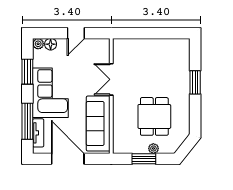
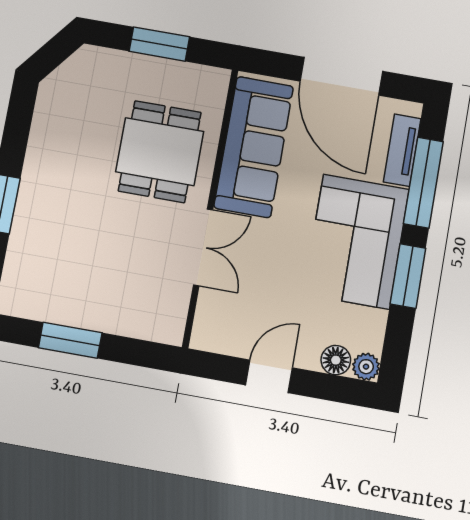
window: (157, 33) -> (70, 340), added
window: (27, 72) -> (408, 276), moved
dining table: (154, 116) -> (160, 152), moved
plant: (153, 148) -> (132, 64), removed

